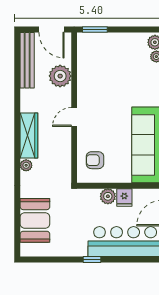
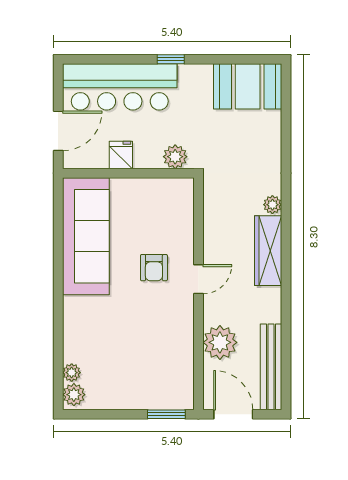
armchair: (95, 160) -> (154, 268), moved, turned 90
plant: (108, 196) -> (175, 157), moved
booth: (35, 220) -> (248, 86), moved, turned 90

